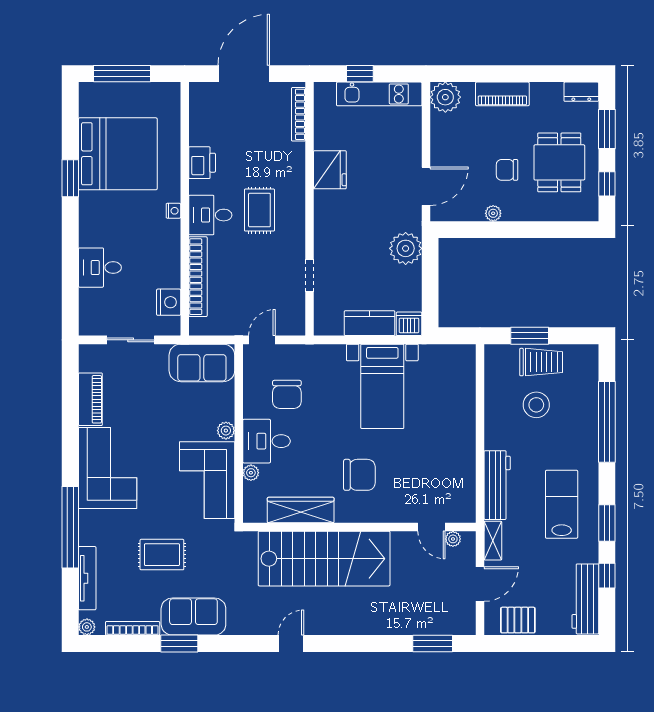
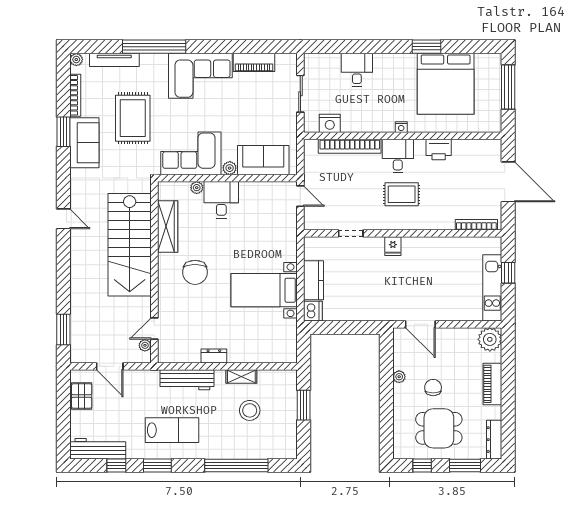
dresser: (581, 92) -> (494, 440), width x1.44
fridge: (330, 170) -> (393, 246), moved, width x0.53, depth x0.75
plant: (406, 248) -> (372, 308), removed
trolley: (541, 362) -> (283, 414), removed
sofa: (202, 363) -> (263, 160), moved, turned 90
chair: (287, 394) -> (258, 216), removed
dresser: (467, 451) -> (214, 356), added
shelving: (493, 541) -> (241, 377), moved
rug: (162, 555) -> (133, 118), width x1.36, depth x1.43

